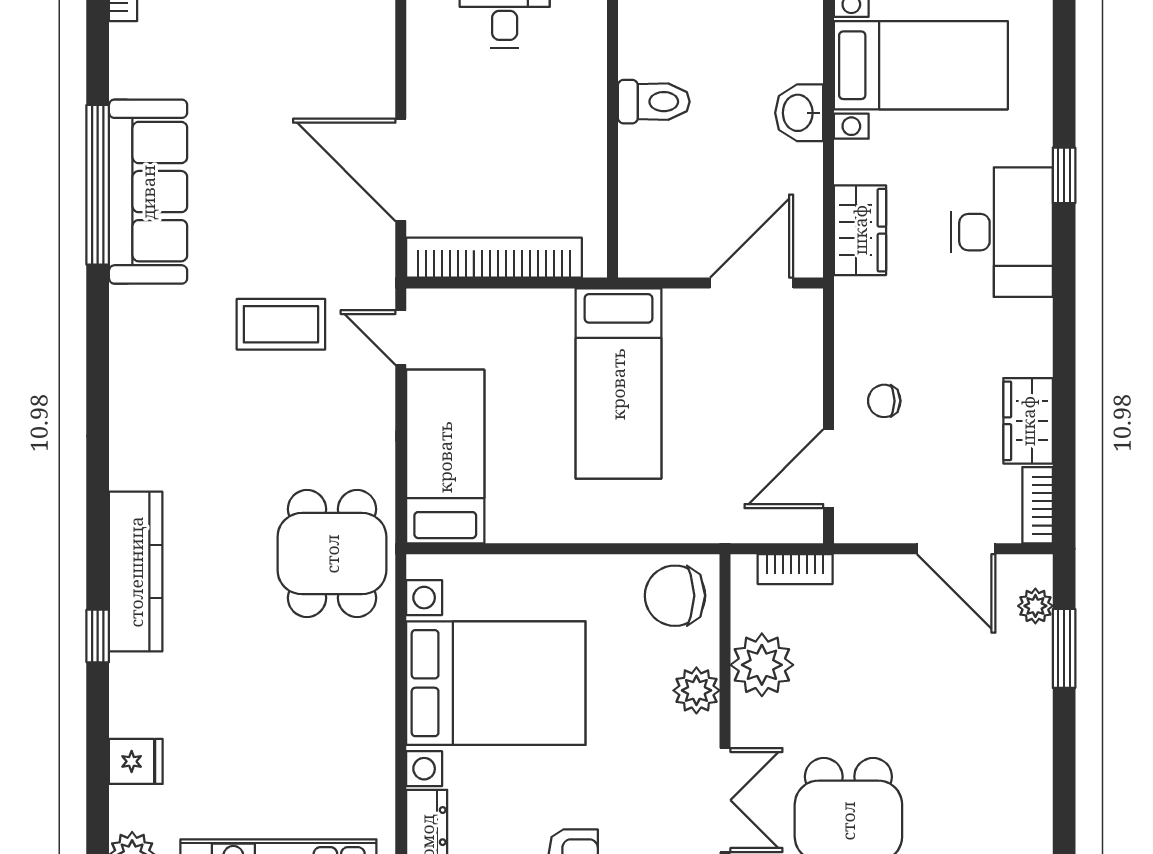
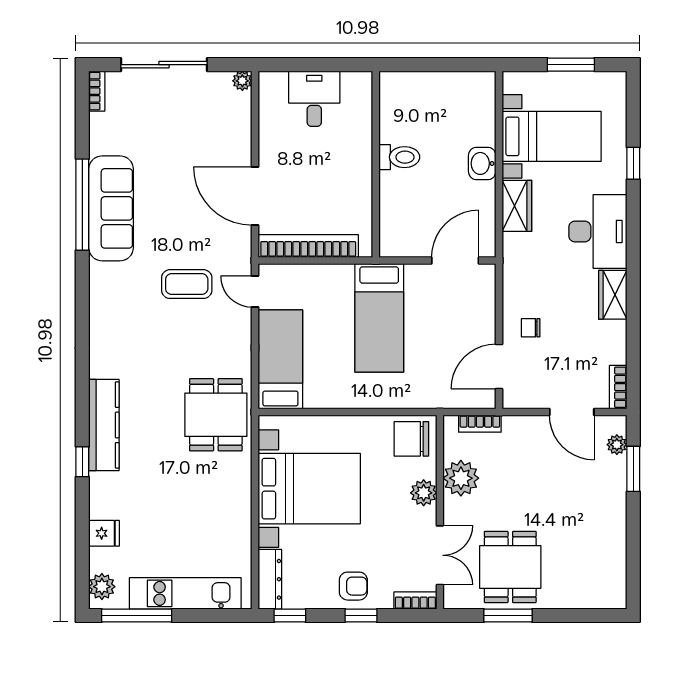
window: (1064, 175) -> (633, 163), moved
wardrobe: (860, 230) -> (517, 206), moved
wardrobe: (1028, 421) -> (613, 295), moved

